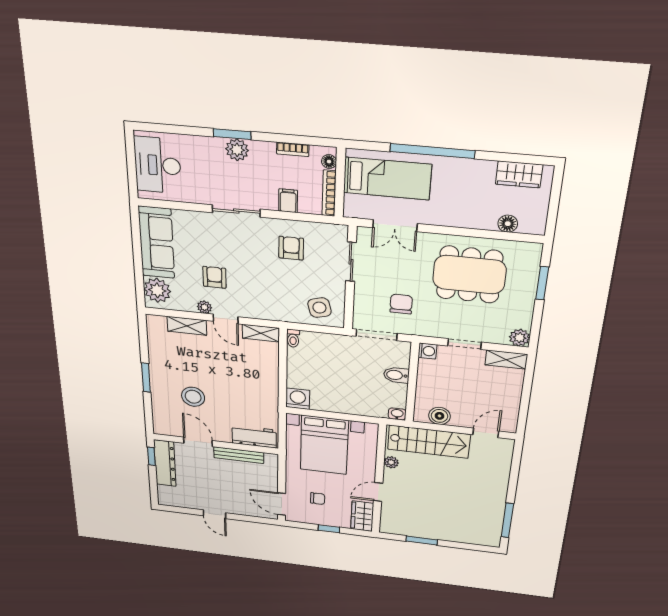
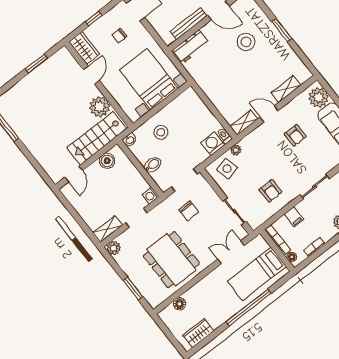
dining table: (469, 275) -> (171, 260), turned 90
plant: (204, 307) -> (236, 150), moved
stool: (358, 395) -> (161, 132), added
washing machine: (298, 399) -> (213, 144), moved, turned 180
plant: (391, 462) -> (100, 107), width x1.88, depth x1.88

